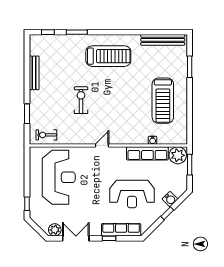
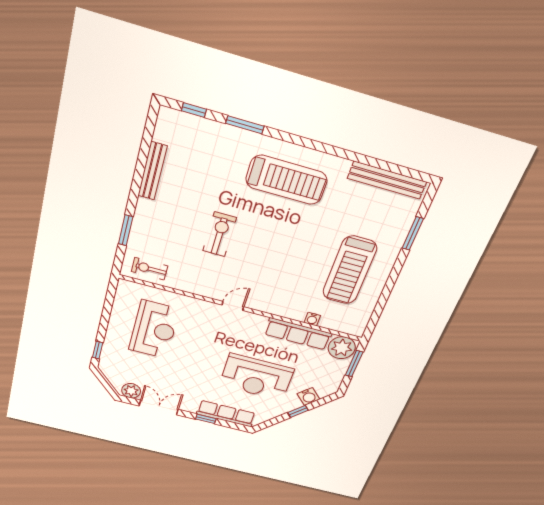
reception desk: (59, 177) -> (154, 330), width x0.74, depth x0.77

